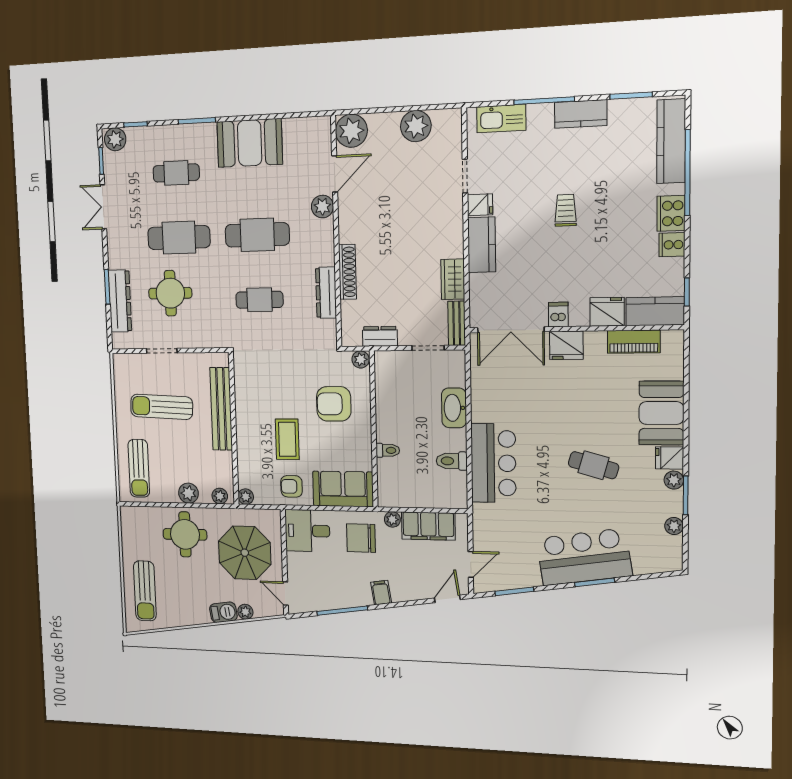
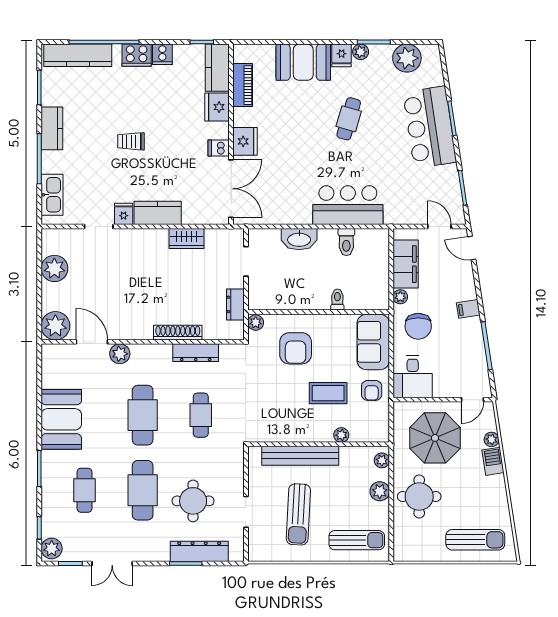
bench: (457, 323) -> (225, 236), removed
plant: (246, 497) -> (341, 435), moved
plant: (674, 526) -> (407, 58), width x1.87, depth x1.87

